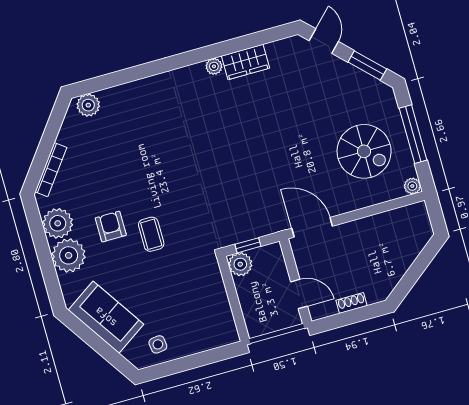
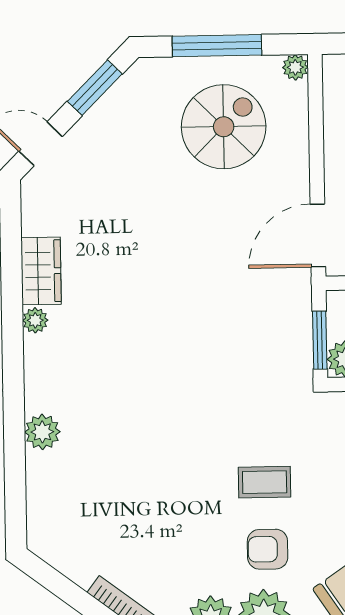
plant: (88, 105) -> (42, 432), moved
armchair: (111, 227) -> (268, 549), moved
window: (248, 245) -> (320, 340), width x1.50

